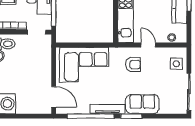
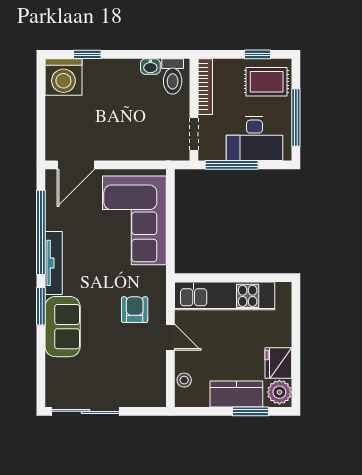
door: (148, 45) -> (170, 337), hinge flipped
side table: (176, 64) -> (136, 388), removed
armchair: (133, 65) -> (135, 310), turned 180

